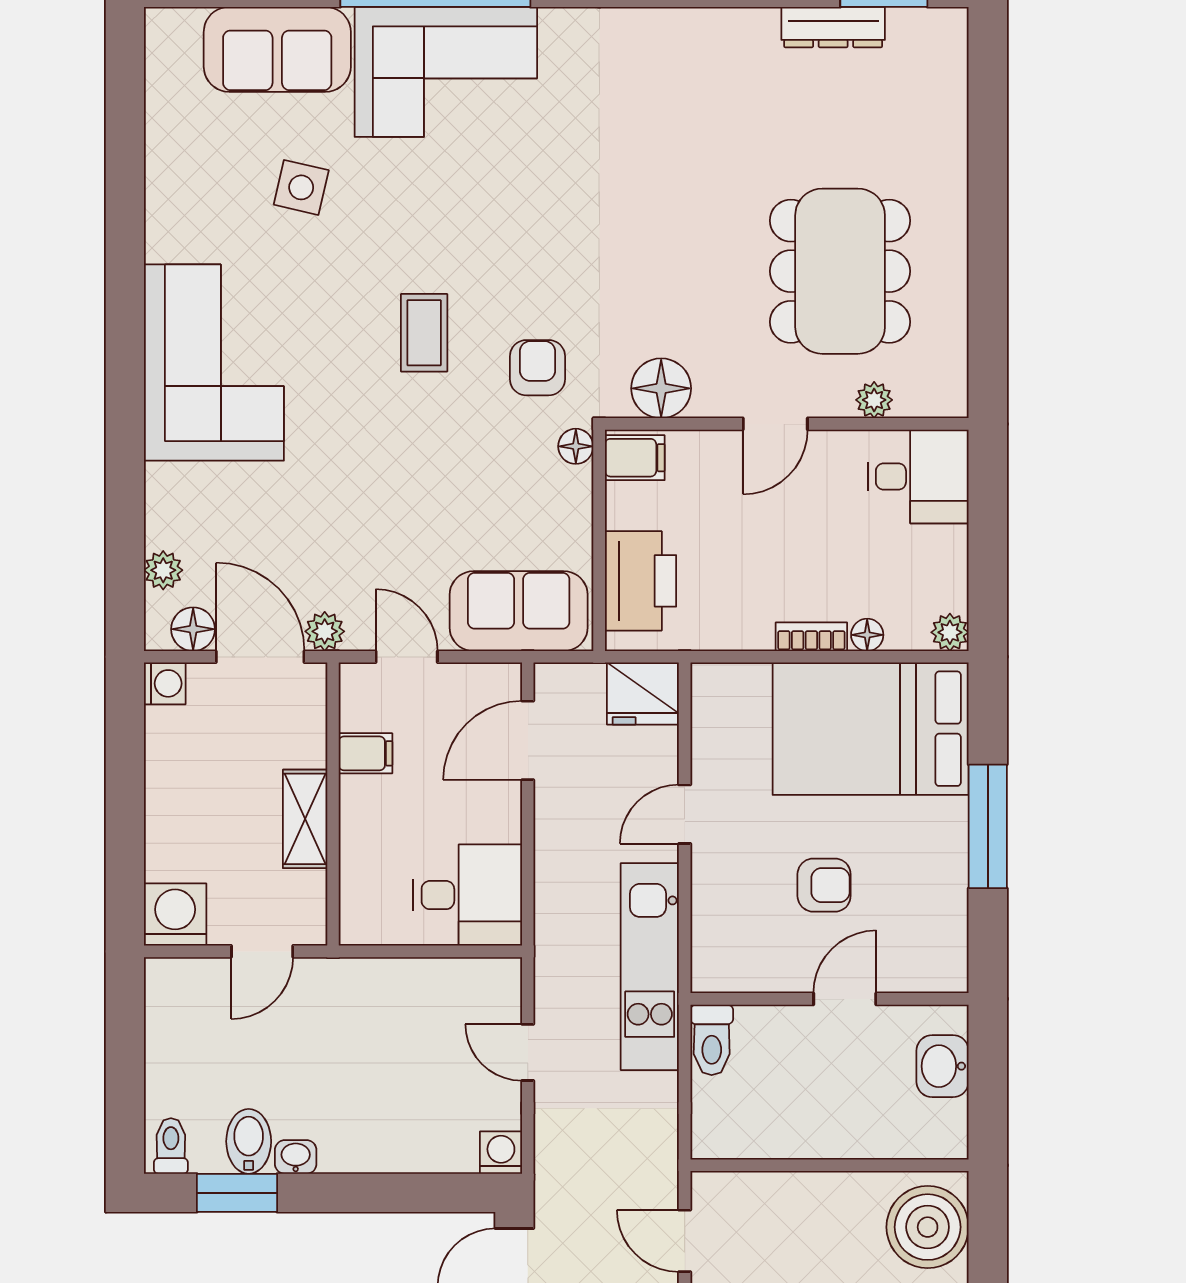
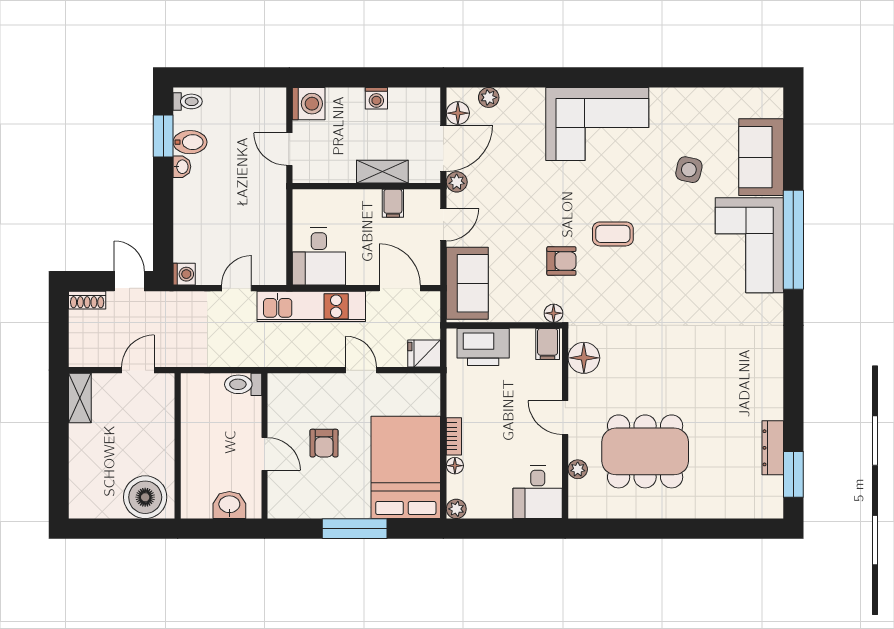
armchair: (537, 368) -> (561, 261), moved
washing machine: (165, 683) -> (376, 98), moved
fridge: (643, 694) -> (424, 354), width x0.72
shelving: (305, 819) -> (382, 172), moved
kitchen unit: (650, 967) -> (311, 306), moved, turned 180

